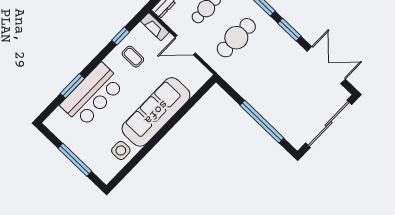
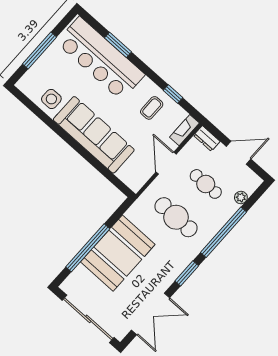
booth: (268, 94) -> (118, 253), added
bar counter: (92, 95) -> (100, 59), width x1.36

